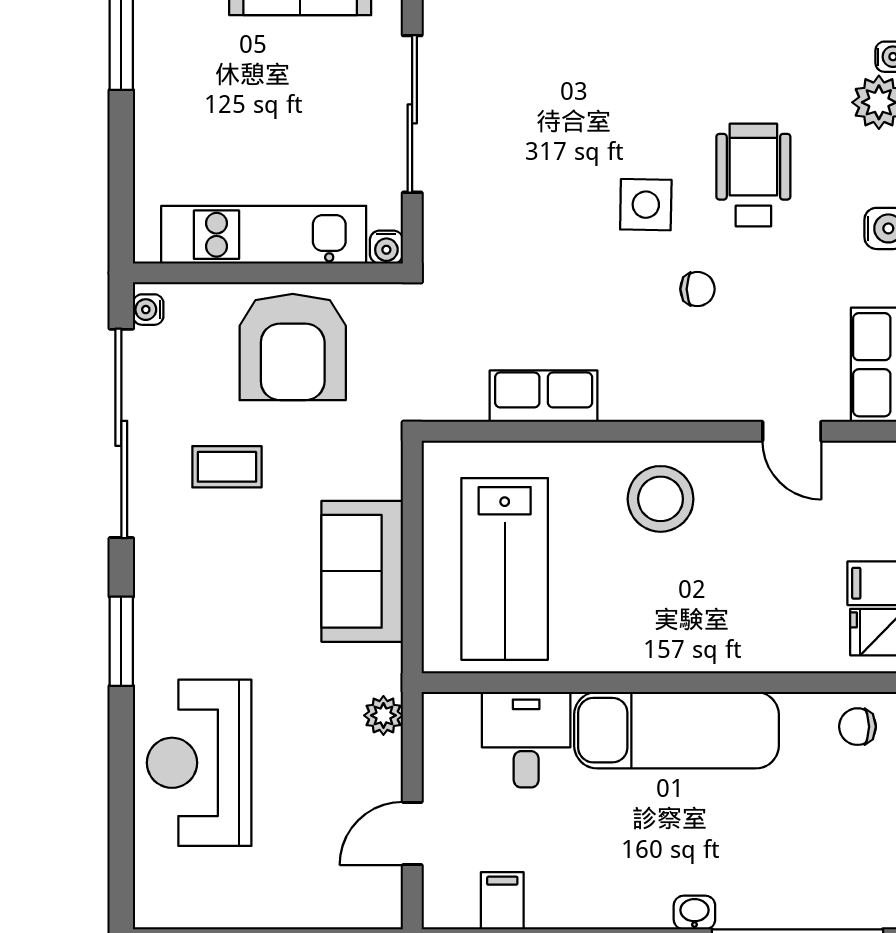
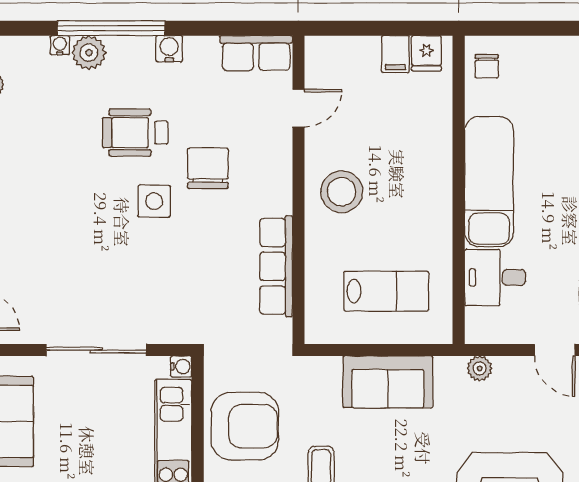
chair: (697, 289) -> (208, 168), width x1.87, depth x1.87
row of seats: (544, 396) -> (276, 266), width x1.48
lab bench: (505, 569) -> (386, 291), width x0.73, depth x0.72

